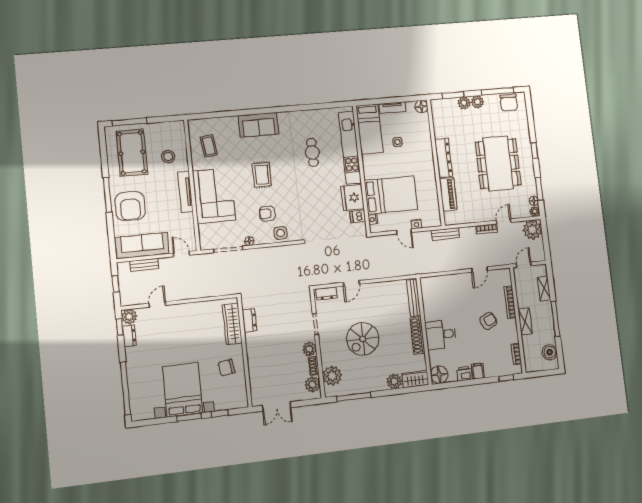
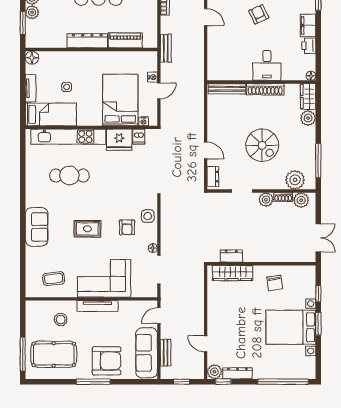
cafe table: (312, 152) -> (69, 176), width x1.37, depth x1.35
dresser: (129, 336) -> (237, 373), width x1.44
filing cabinet: (478, 371) -> (308, 26), width x2.00
floor lamp: (439, 375) -> (311, 76), width x0.53, depth x0.53

